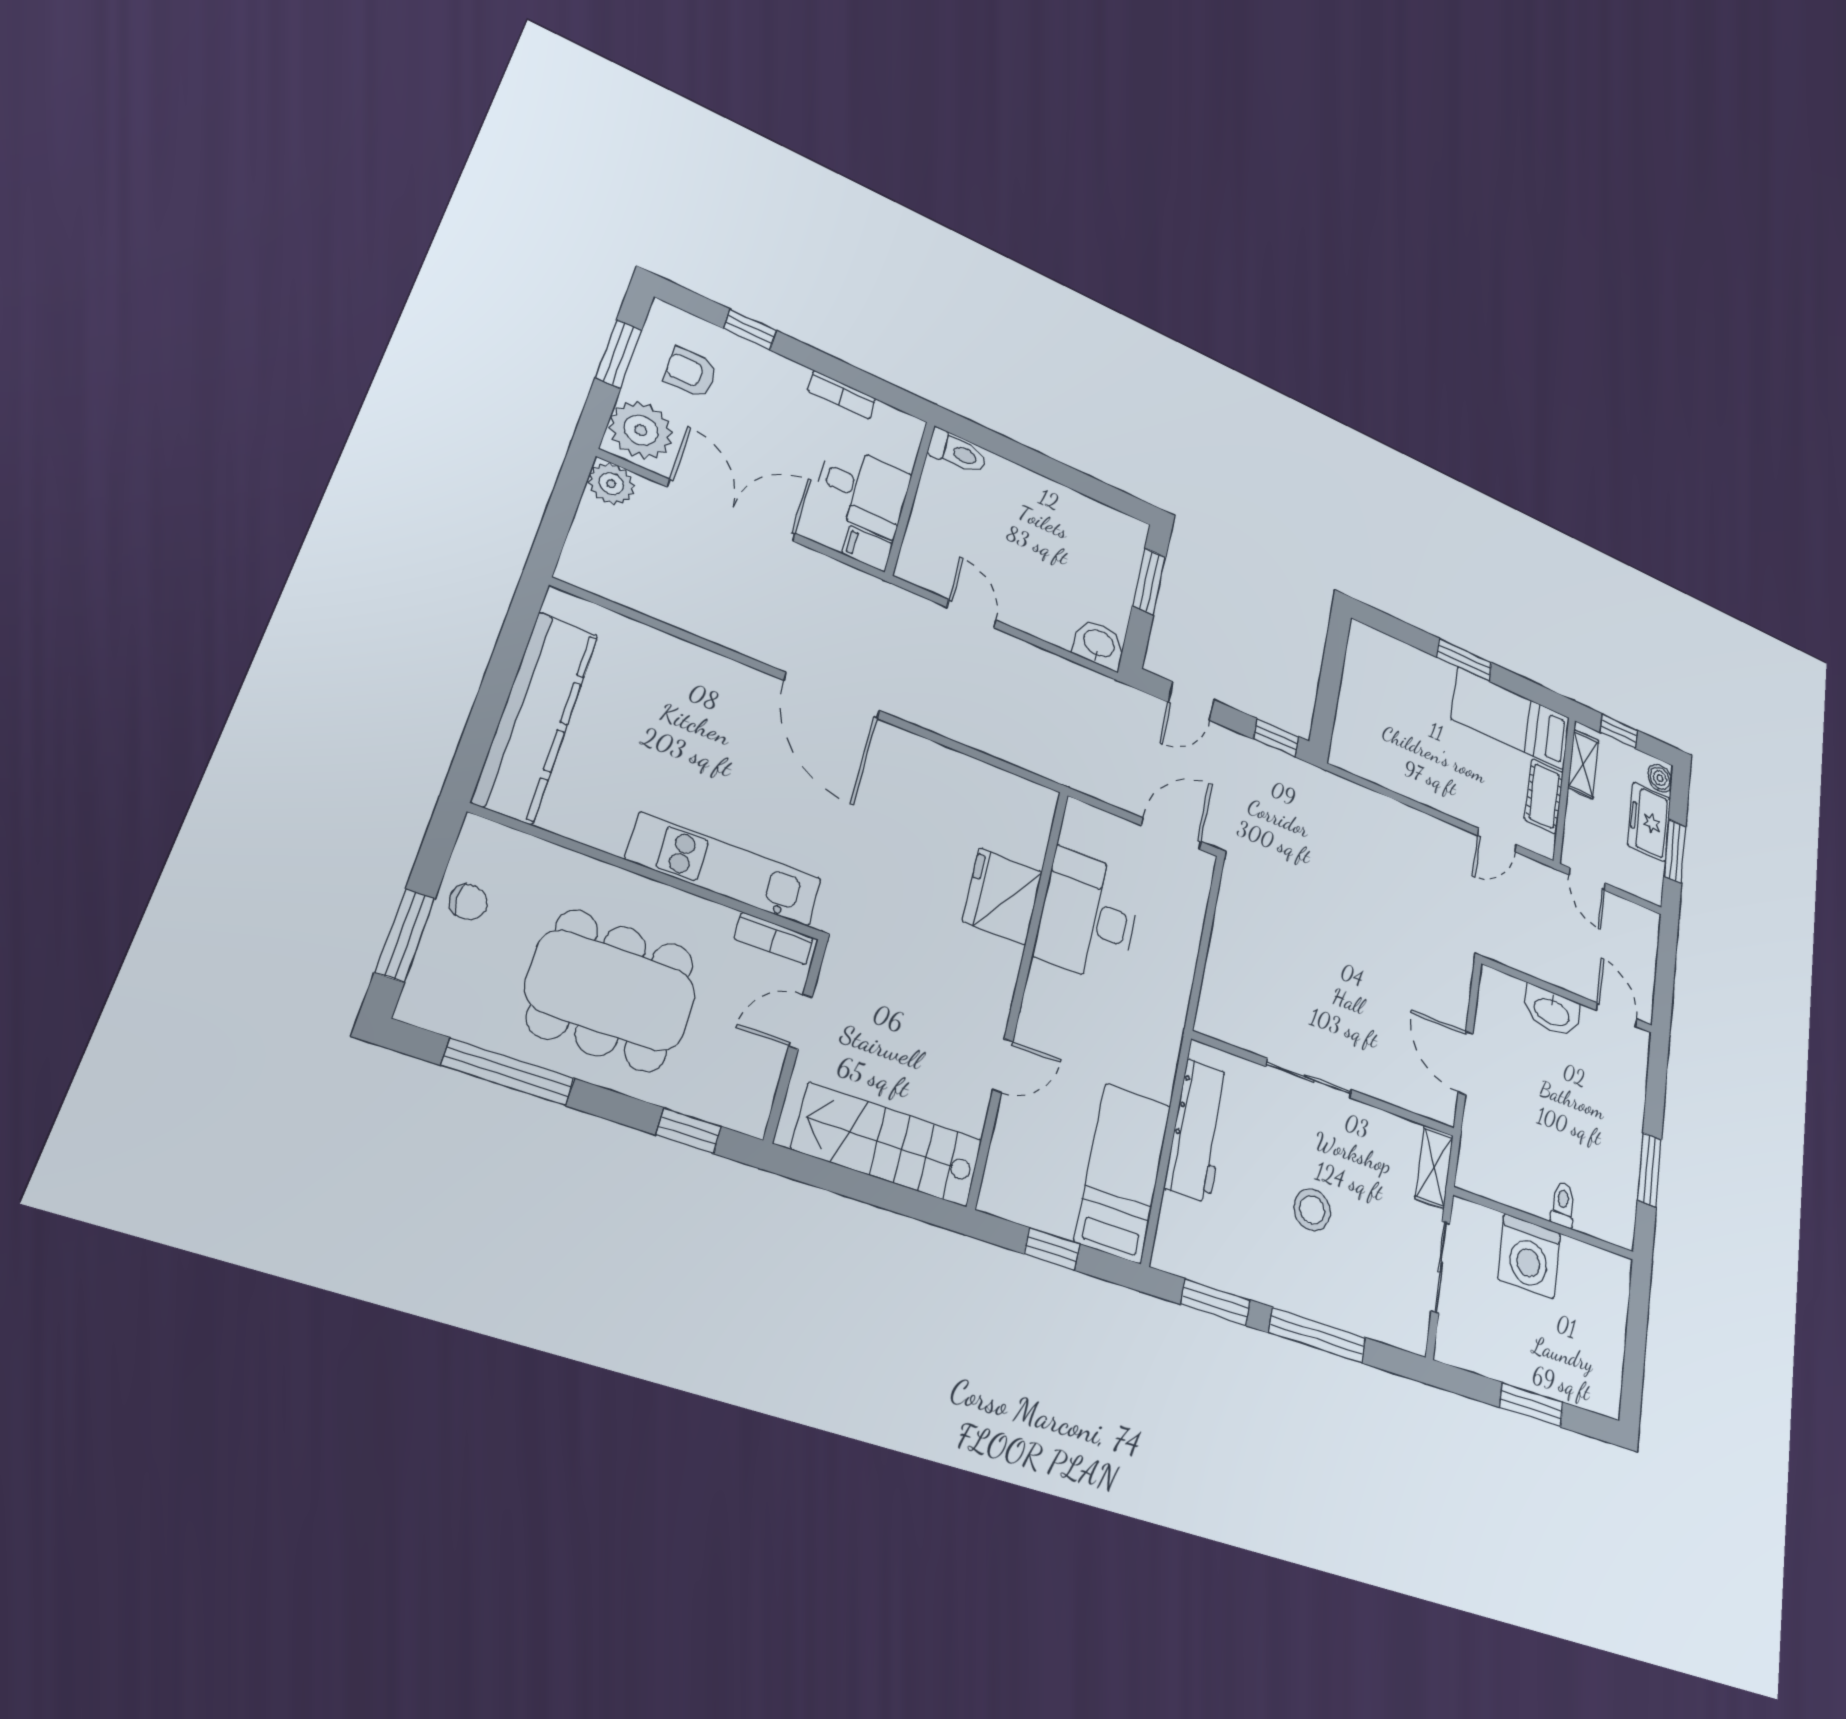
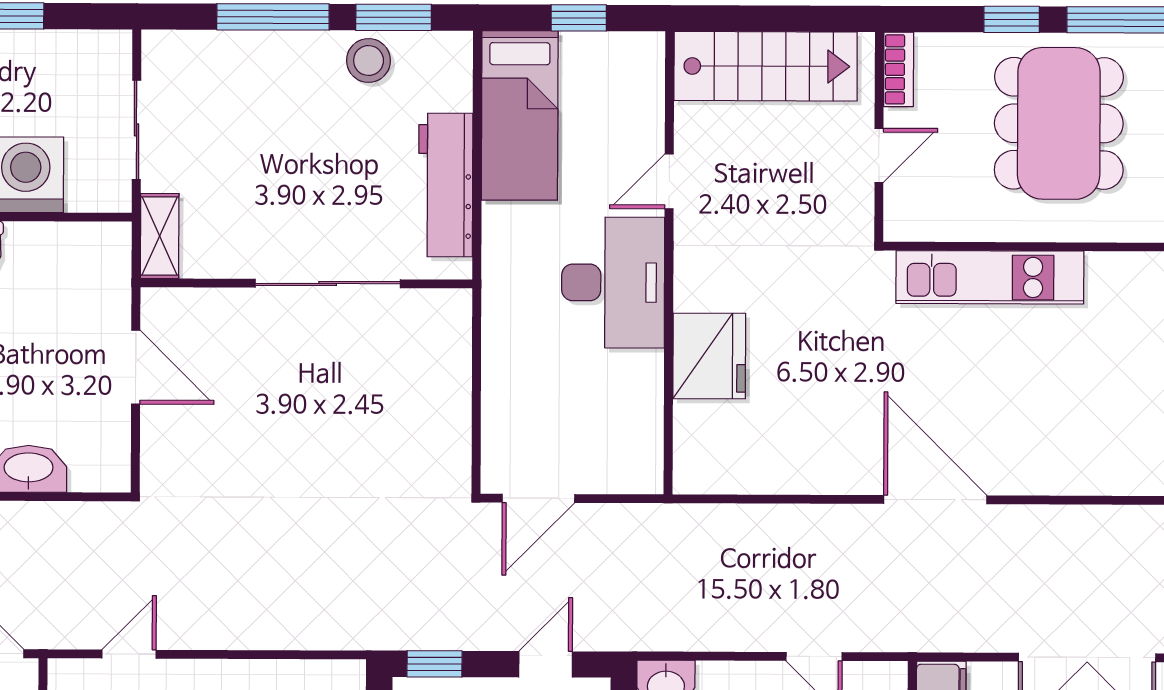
desk: (1088, 916) -> (613, 282), moved
bookcase: (774, 938) -> (899, 69), moved, turned 90
dining table: (611, 991) -> (1059, 123), turned 90
sliding door: (1309, 1078) -> (328, 284), width x1.37
window: (689, 1131) -> (1012, 19), moved
stool: (1312, 1210) -> (369, 61), moved

